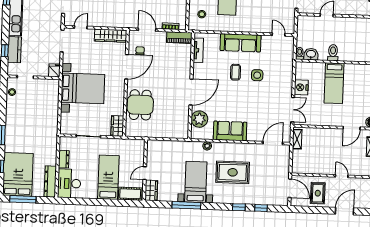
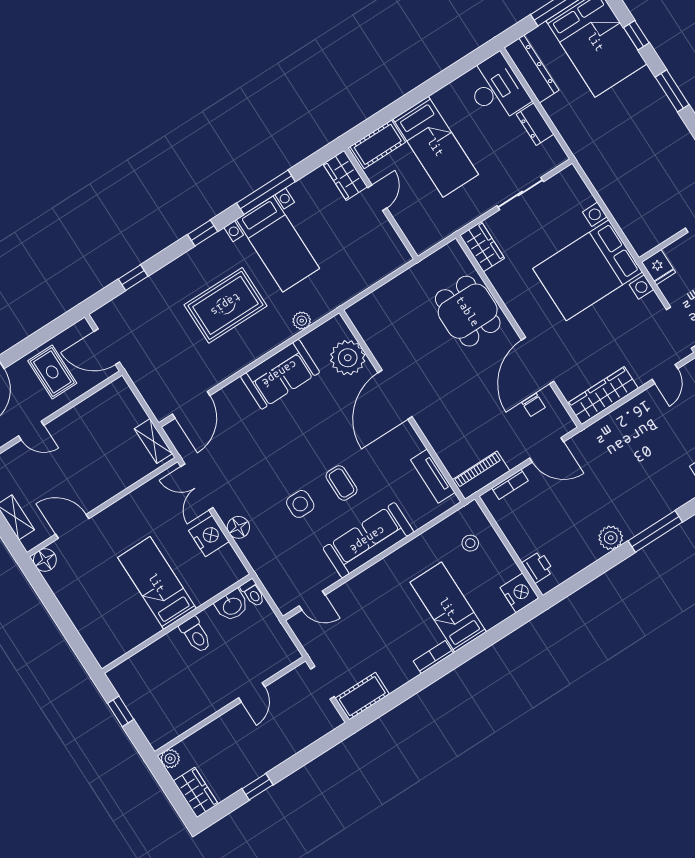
floor lamp: (287, 83) -> (238, 527), added
door: (352, 128) -> (72, 526), hinge flipped
window: (239, 207) -> (203, 233), moved

